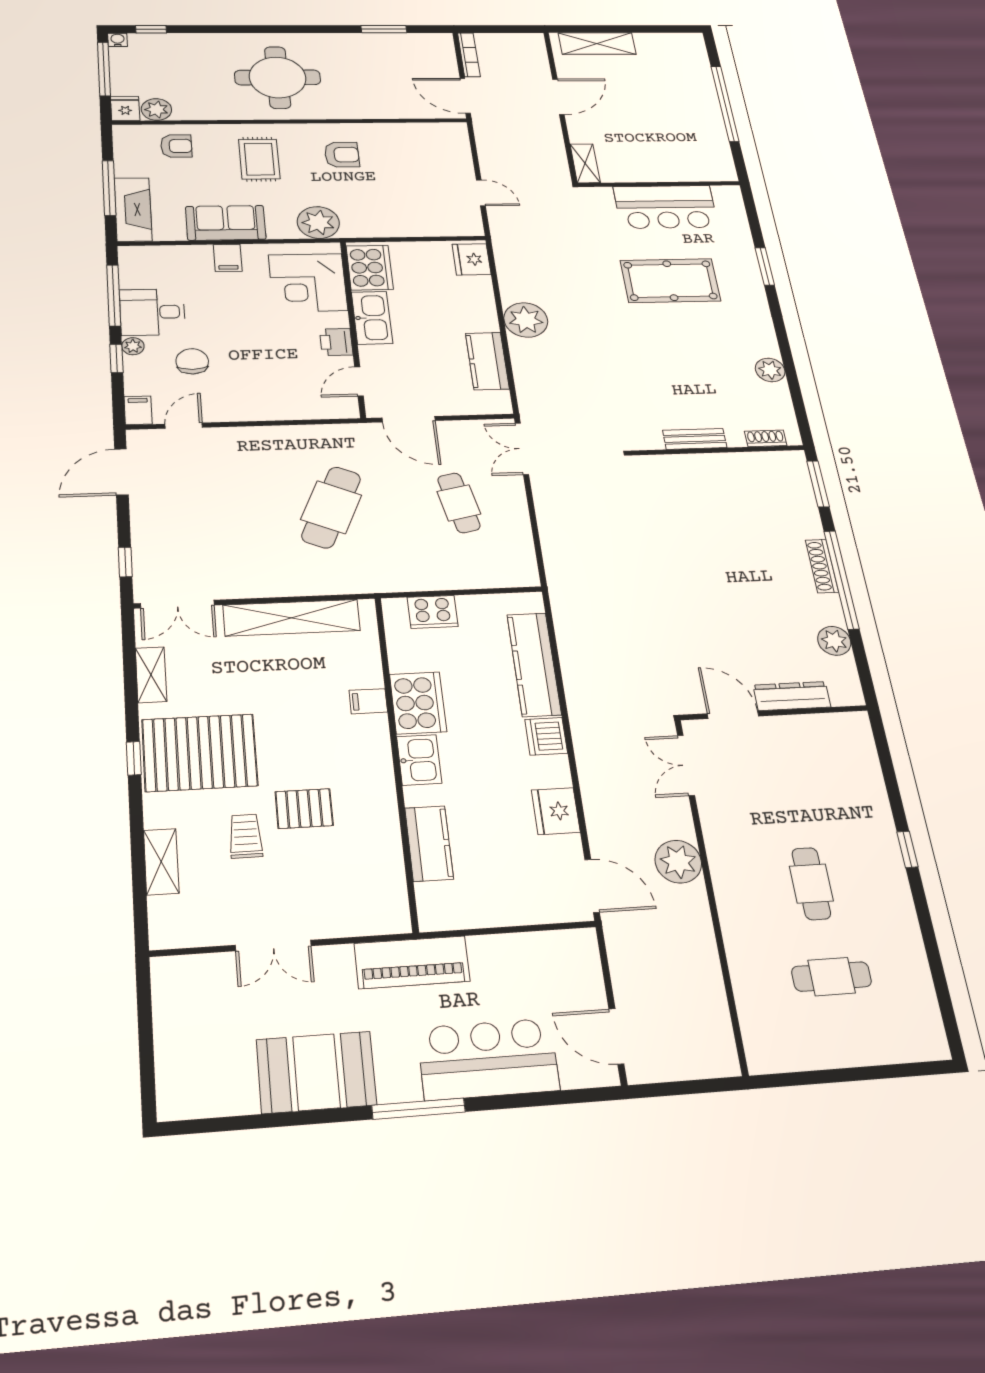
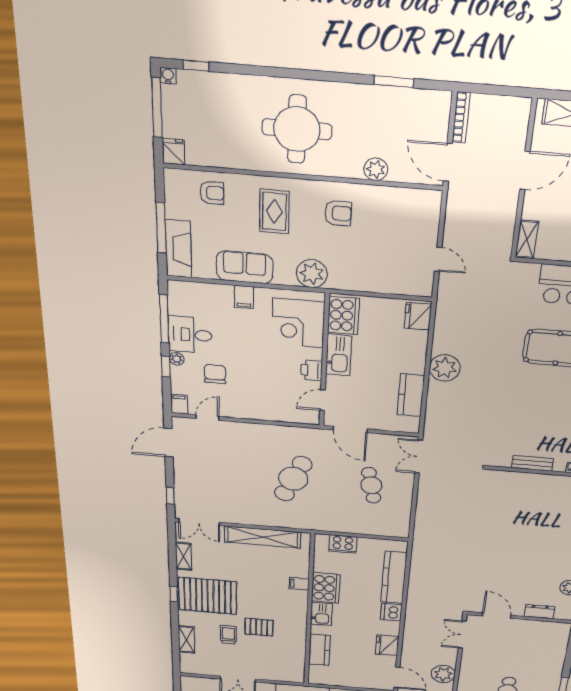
plant: (156, 109) -> (376, 169), moved
dresser: (792, 696) -> (539, 612), width x0.70

